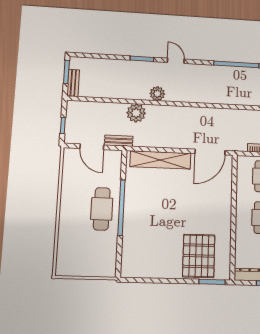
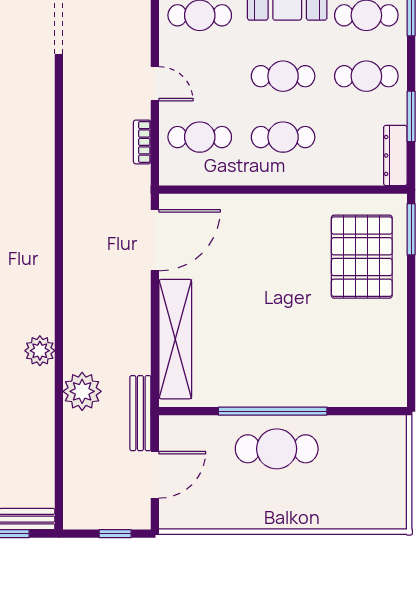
bench: (119, 141) -> (140, 413), width x1.36
door: (210, 152) -> (155, 240), hinge flipped
pallet: (199, 256) -> (362, 257), turned 90

